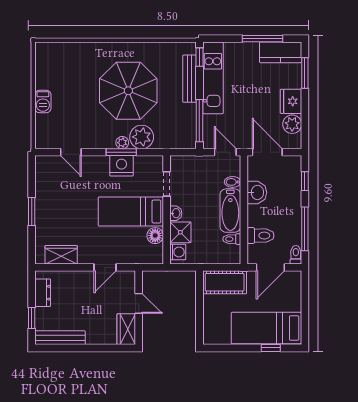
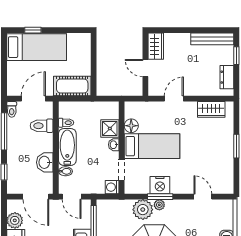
washing machine: (178, 252) -> (112, 187), moved

